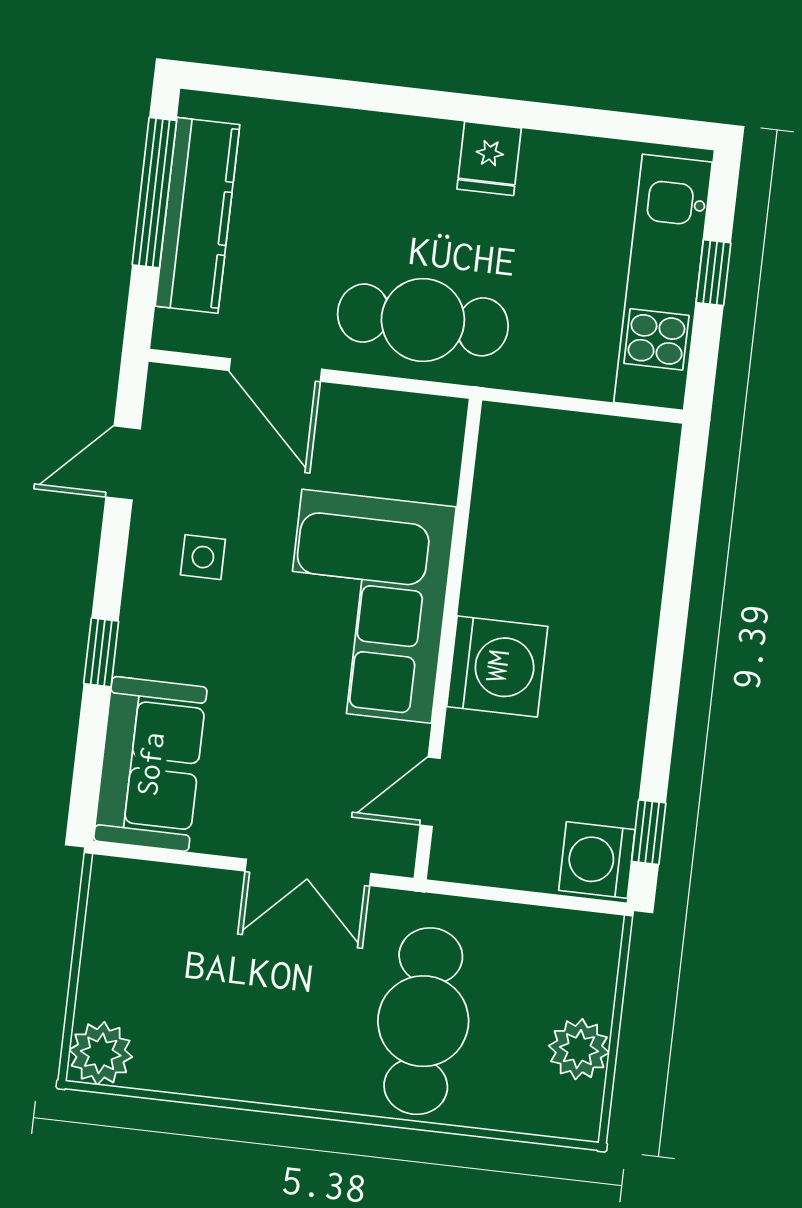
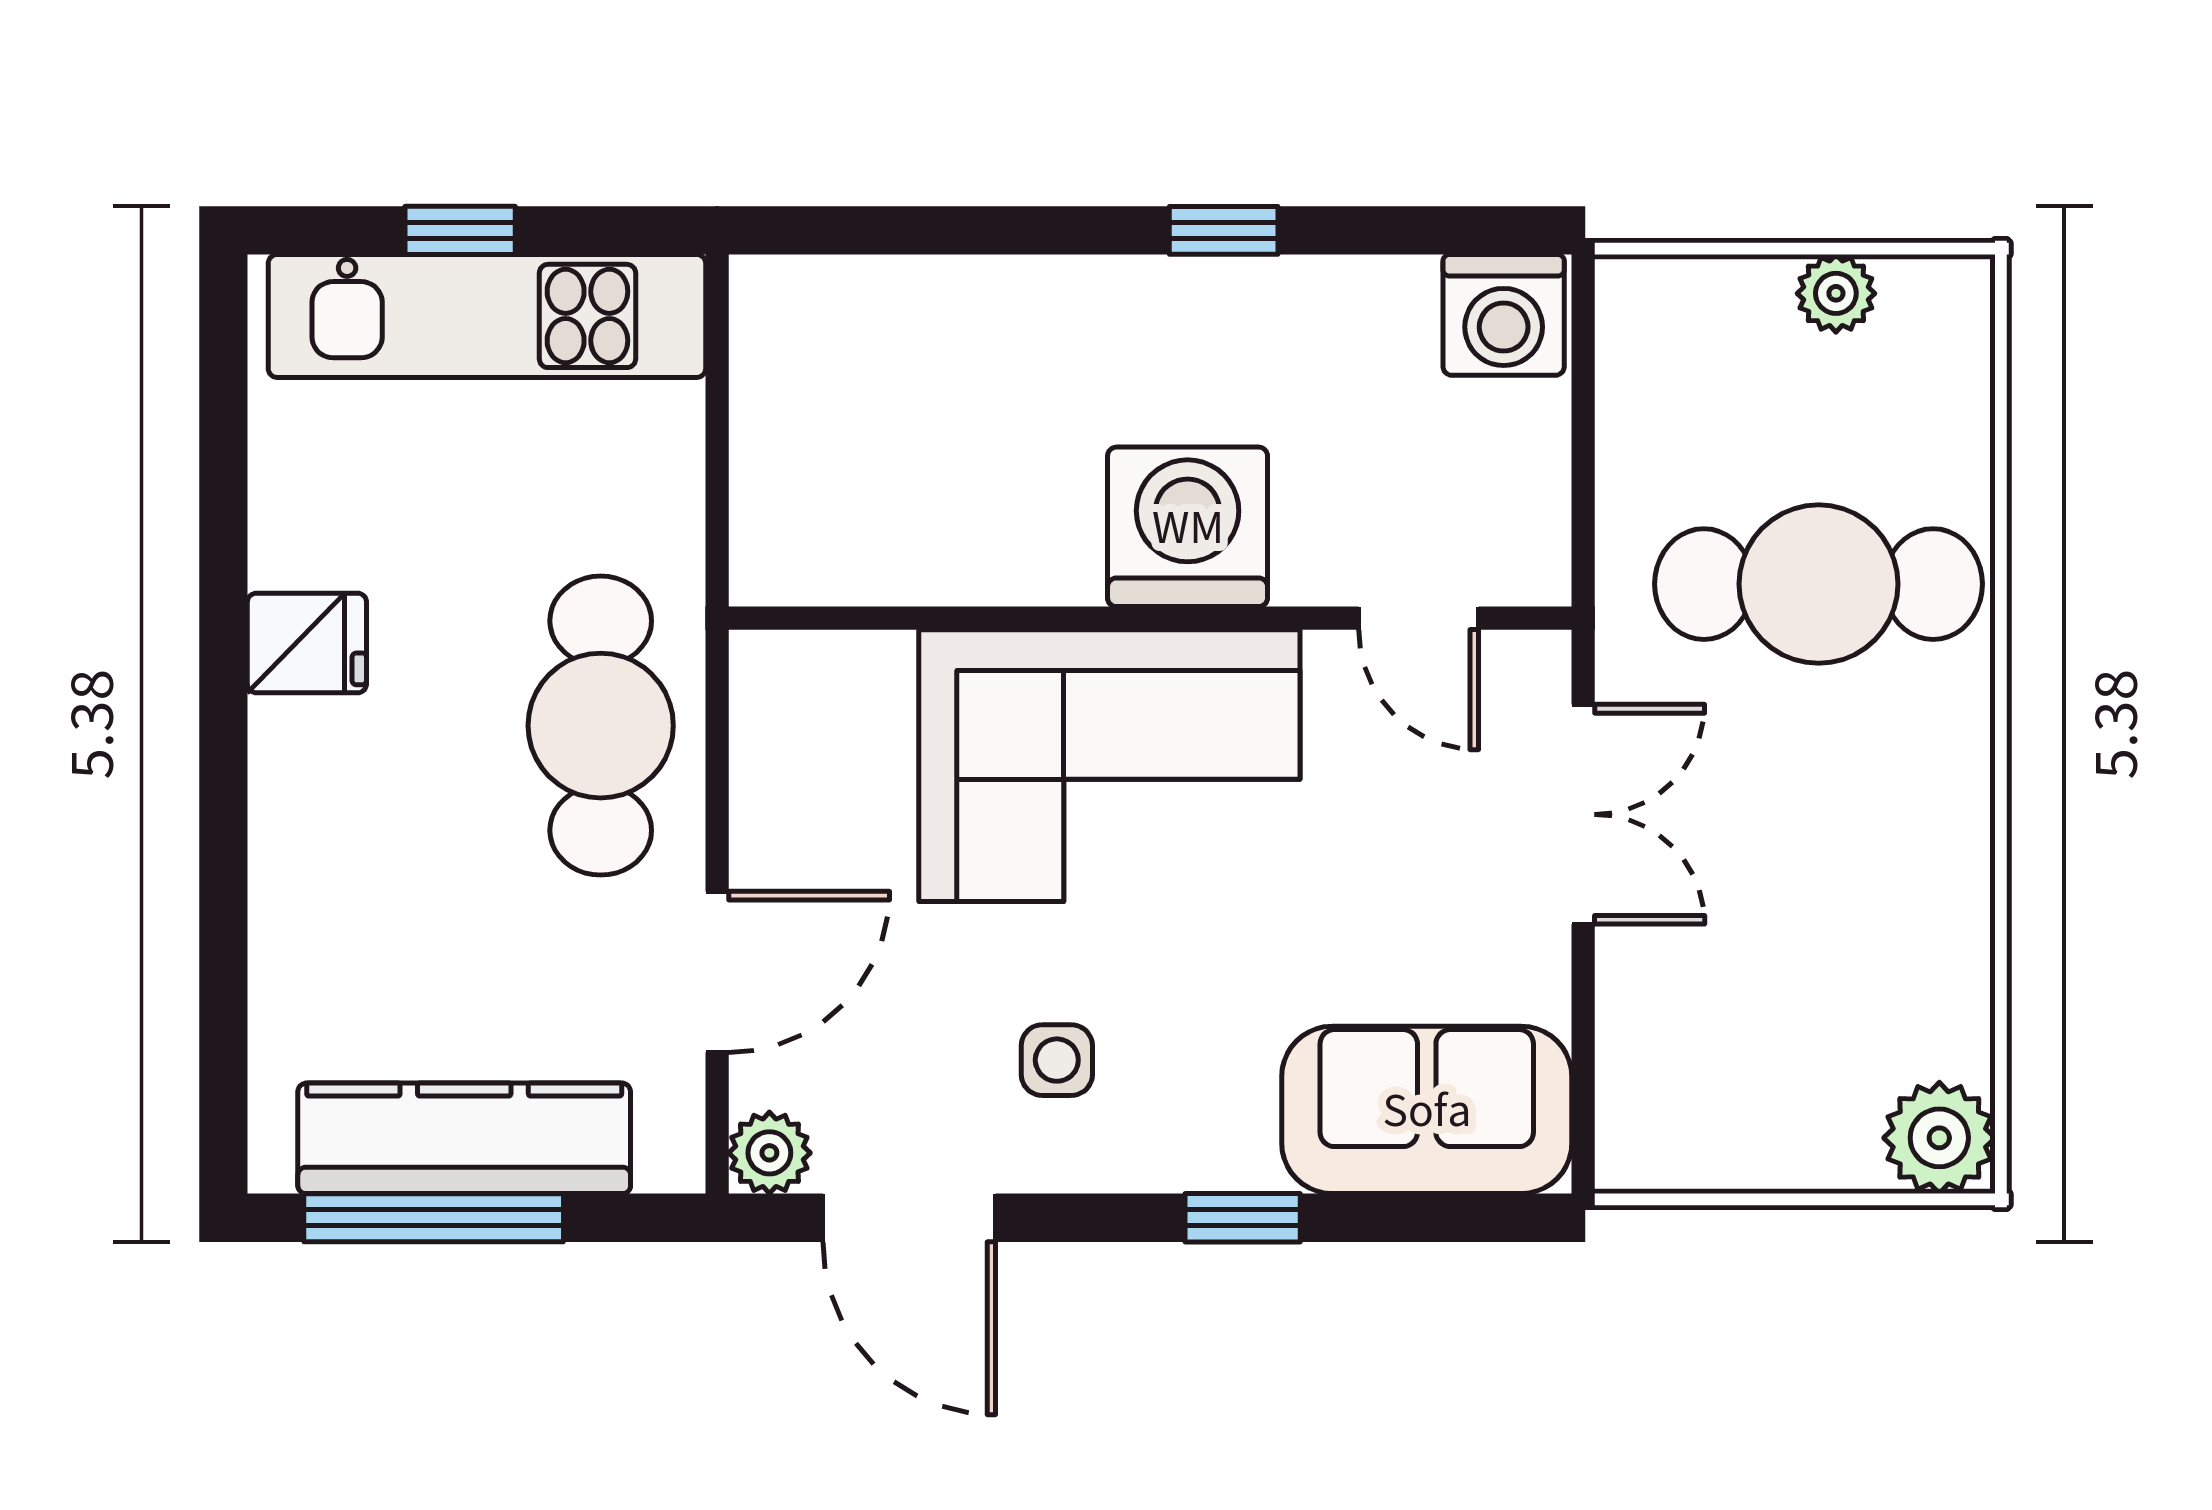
plant: (169, 388) -> (769, 1153), added
door: (123, 463) -> (909, 1218), width x1.38
window: (649, 832) -> (1224, 230), moved
plant: (579, 1049) -> (1836, 293), width x0.73, depth x0.73

